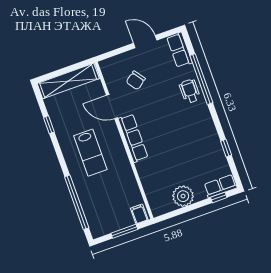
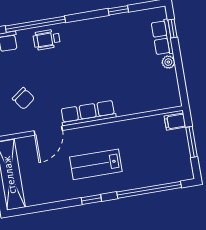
window: (49, 125) -> (91, 199), moved
lab bench: (90, 153) -> (96, 164), turned 180
row of seats: (220, 186) -> (162, 37), moved
plant: (183, 196) -> (168, 62), width x0.53, depth x0.53

